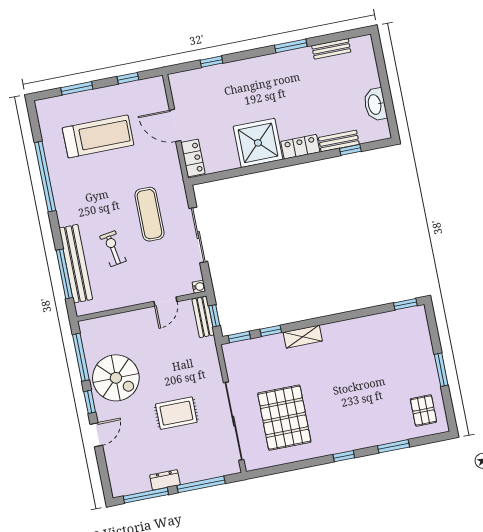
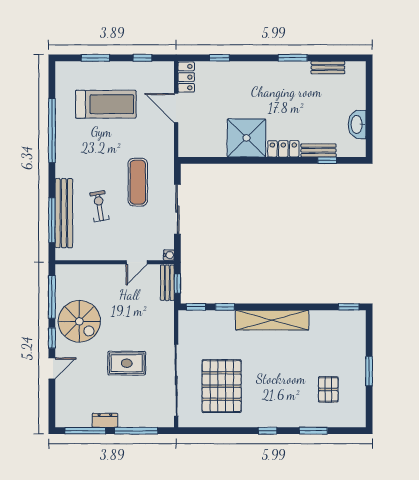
locker: (193, 158) -> (186, 77), moved
shelving: (303, 337) -> (272, 320), width x2.20, depth x1.33
pallet: (423, 410) -> (328, 389), moved

